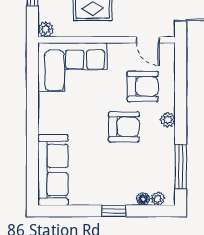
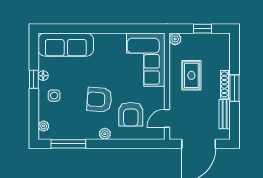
armchair: (124, 127) -> (99, 100), turned 94
side table: (119, 185) -> (54, 96), added
floor lamp: (143, 199) -> (43, 76), moved
window: (114, 211) -> (34, 79), moved

